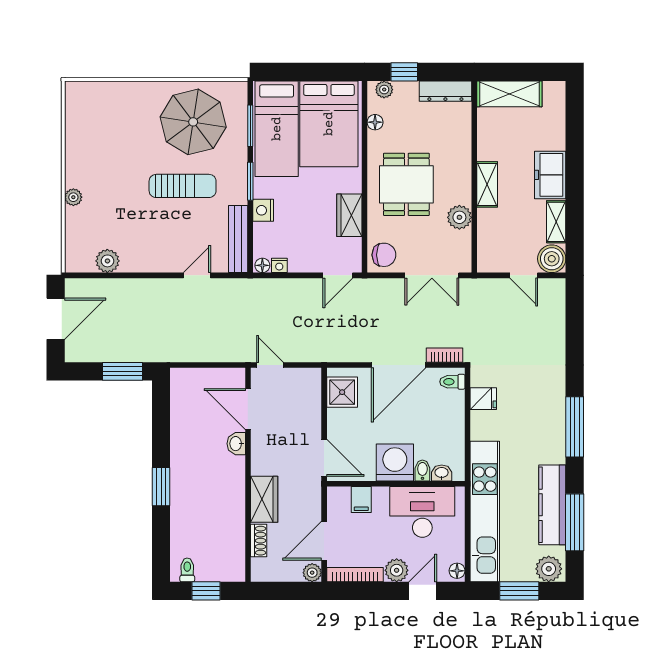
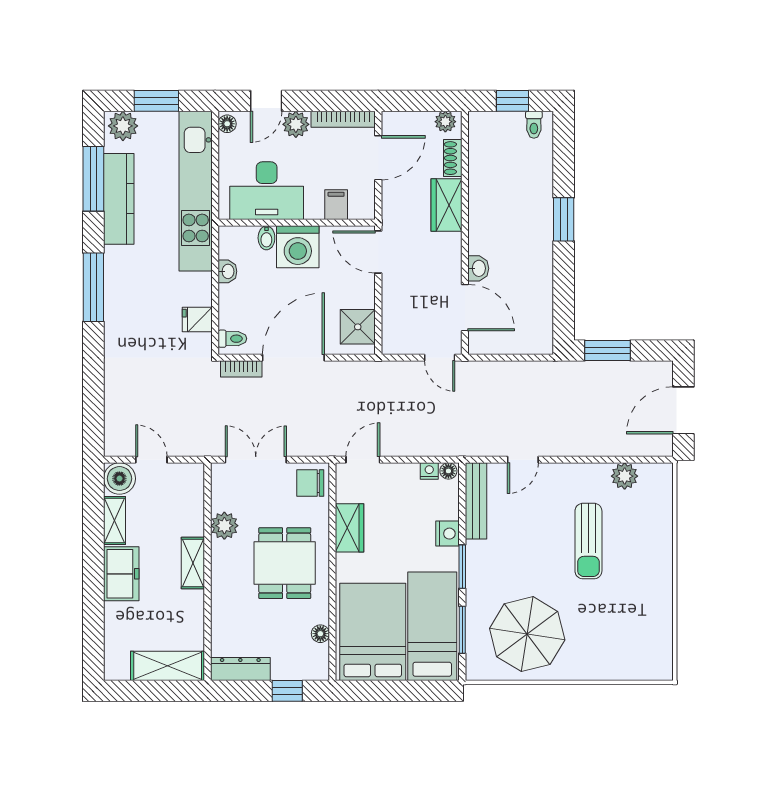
plant: (384, 90) -> (310, 671), removed
sun lounger: (183, 186) -> (588, 541), moved, turned -90
plant: (73, 197) -> (663, 548), removed
washbasin: (442, 473) -> (227, 271), moved, turned -90
plant: (312, 573) -> (445, 122), moved

